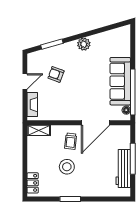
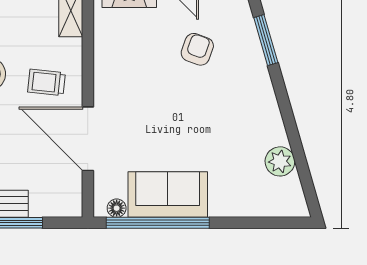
plant: (84, 44) -> (280, 161), moved
sofa: (120, 81) -> (168, 195), width x0.73

